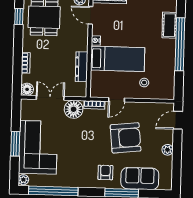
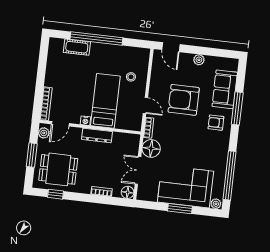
dresser: (82, 67) -> (97, 135), moved
armchair: (126, 138) -> (184, 100), turned -84

